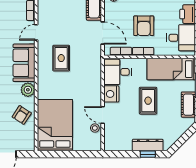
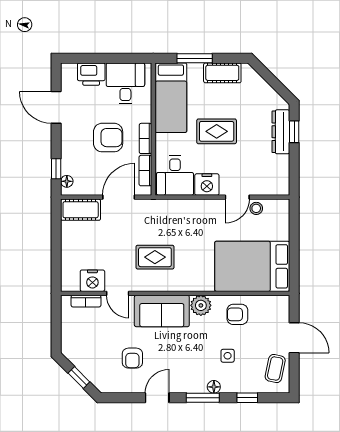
nightstand: (45, 15) -> (92, 281), added
armchair: (22, 115) -> (237, 314), turned 147

